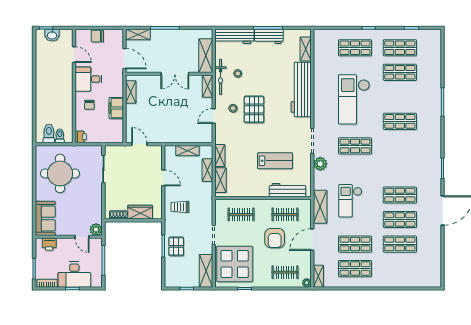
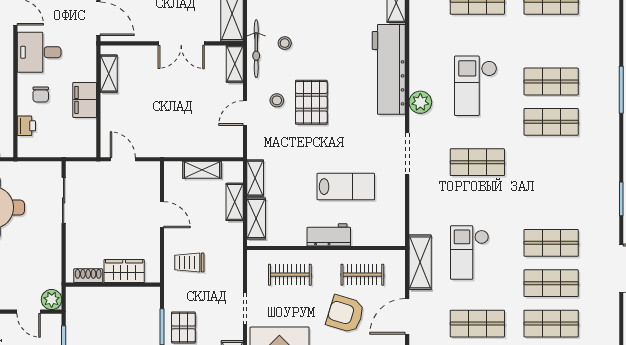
shop shelf: (400, 72) -> (551, 82), moved
checkout: (354, 99) -> (476, 86), width x0.73, depth x0.83
printer: (81, 137) -> (26, 126), moved
plant: (320, 164) -> (420, 102), moved
workbench: (288, 190) -> (329, 235), moved, width x0.73
armchair: (275, 238) -> (345, 314), turned 107

